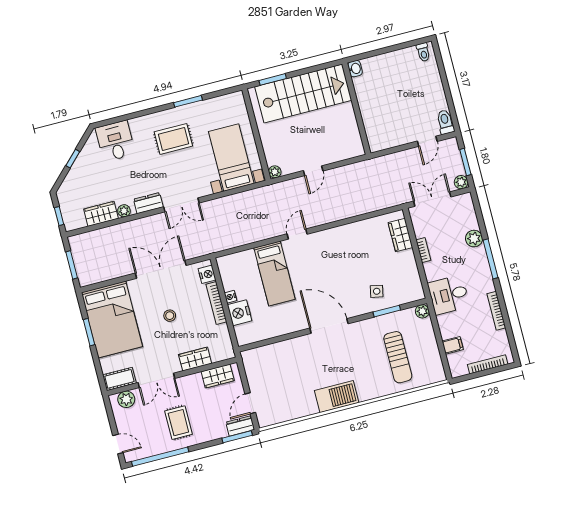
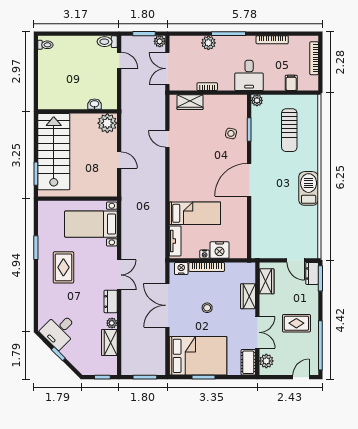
washbasin: (355, 69) -> (94, 104), moved
desk: (115, 141) -> (59, 331), moved, turned -45
plant: (275, 172) -> (107, 123), moved, width x1.87, depth x1.87
door: (297, 234) -> (167, 139), moved
tv unit: (237, 259) -> (175, 241), added
sun lounger: (398, 357) -> (289, 130), turned 90

